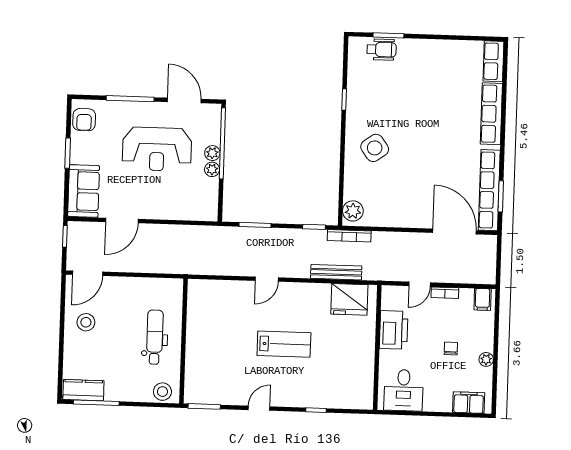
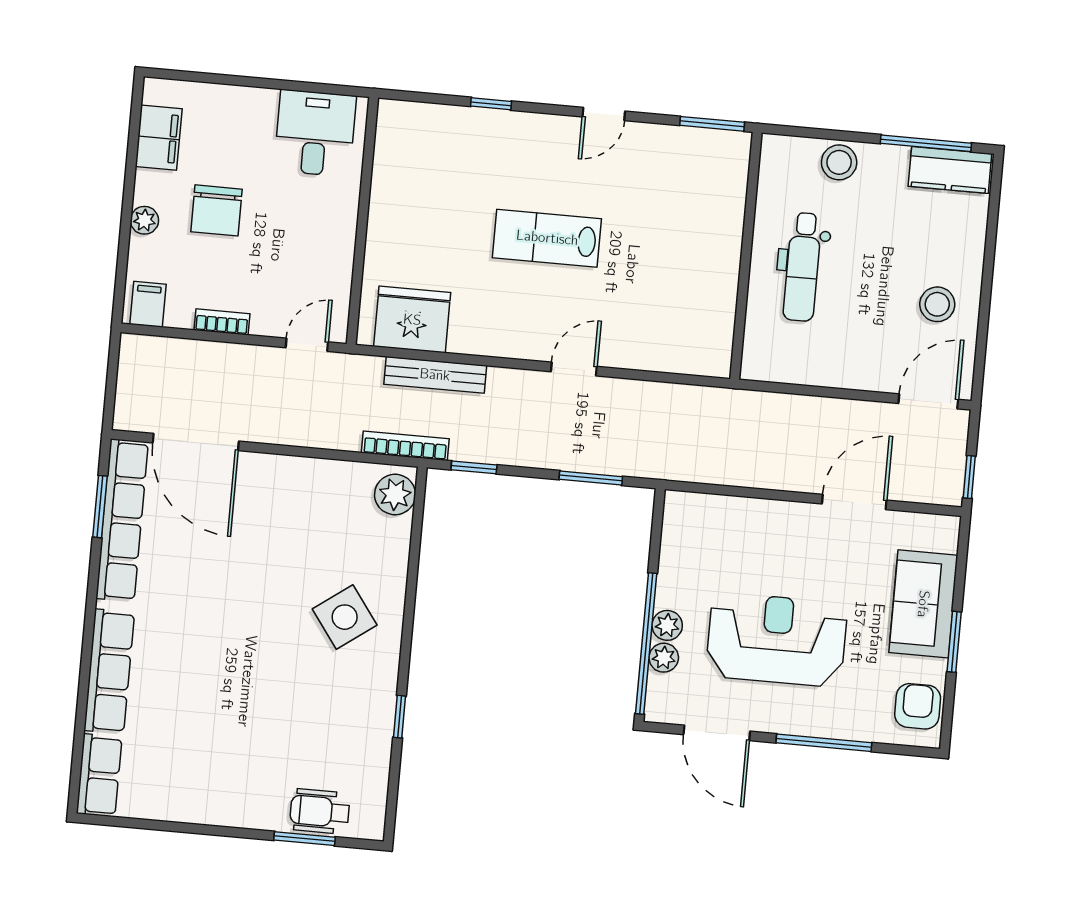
plant: (212, 169) -> (664, 658), moved
sofa: (84, 191) -> (923, 604), moved
door: (420, 284) -> (307, 345), moved
printer: (394, 330) -> (328, 254), removed
chair: (451, 349) -> (216, 210), width x1.87, depth x1.87
plant: (486, 359) -> (144, 220), moved
stool: (162, 392) -> (839, 162), moved
filing cabinet: (469, 403) -> (159, 138), moved, turned -90

